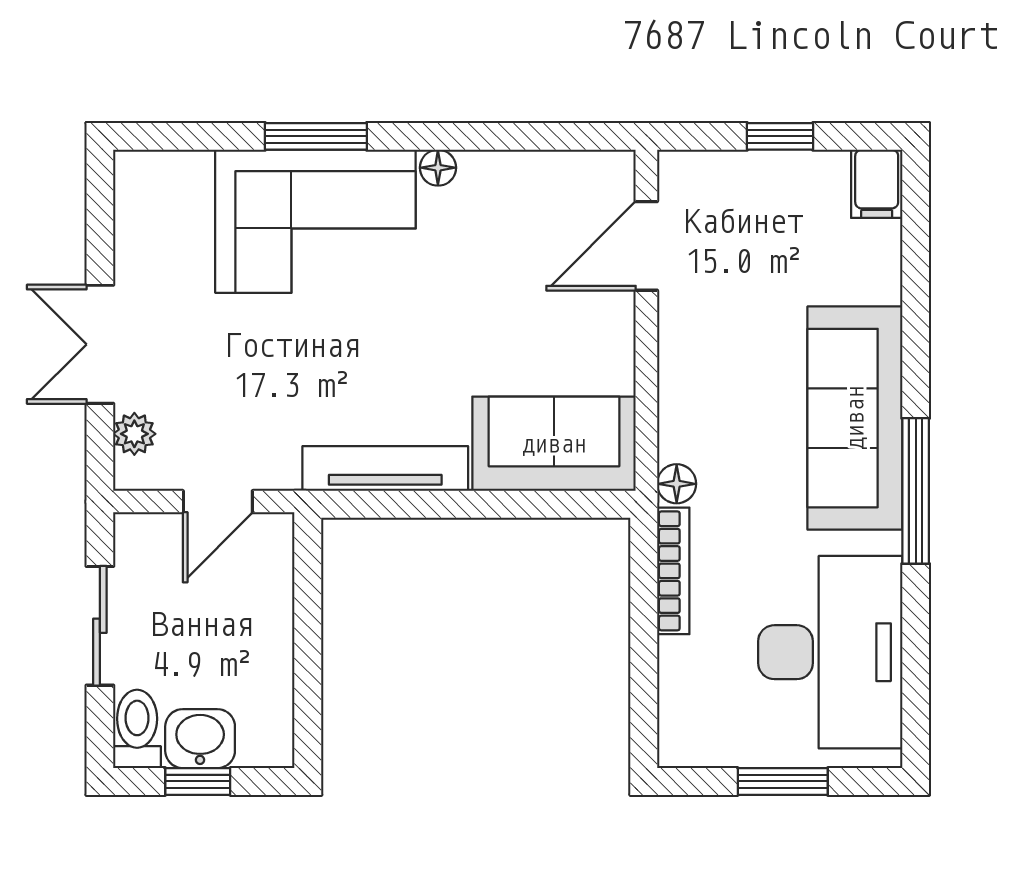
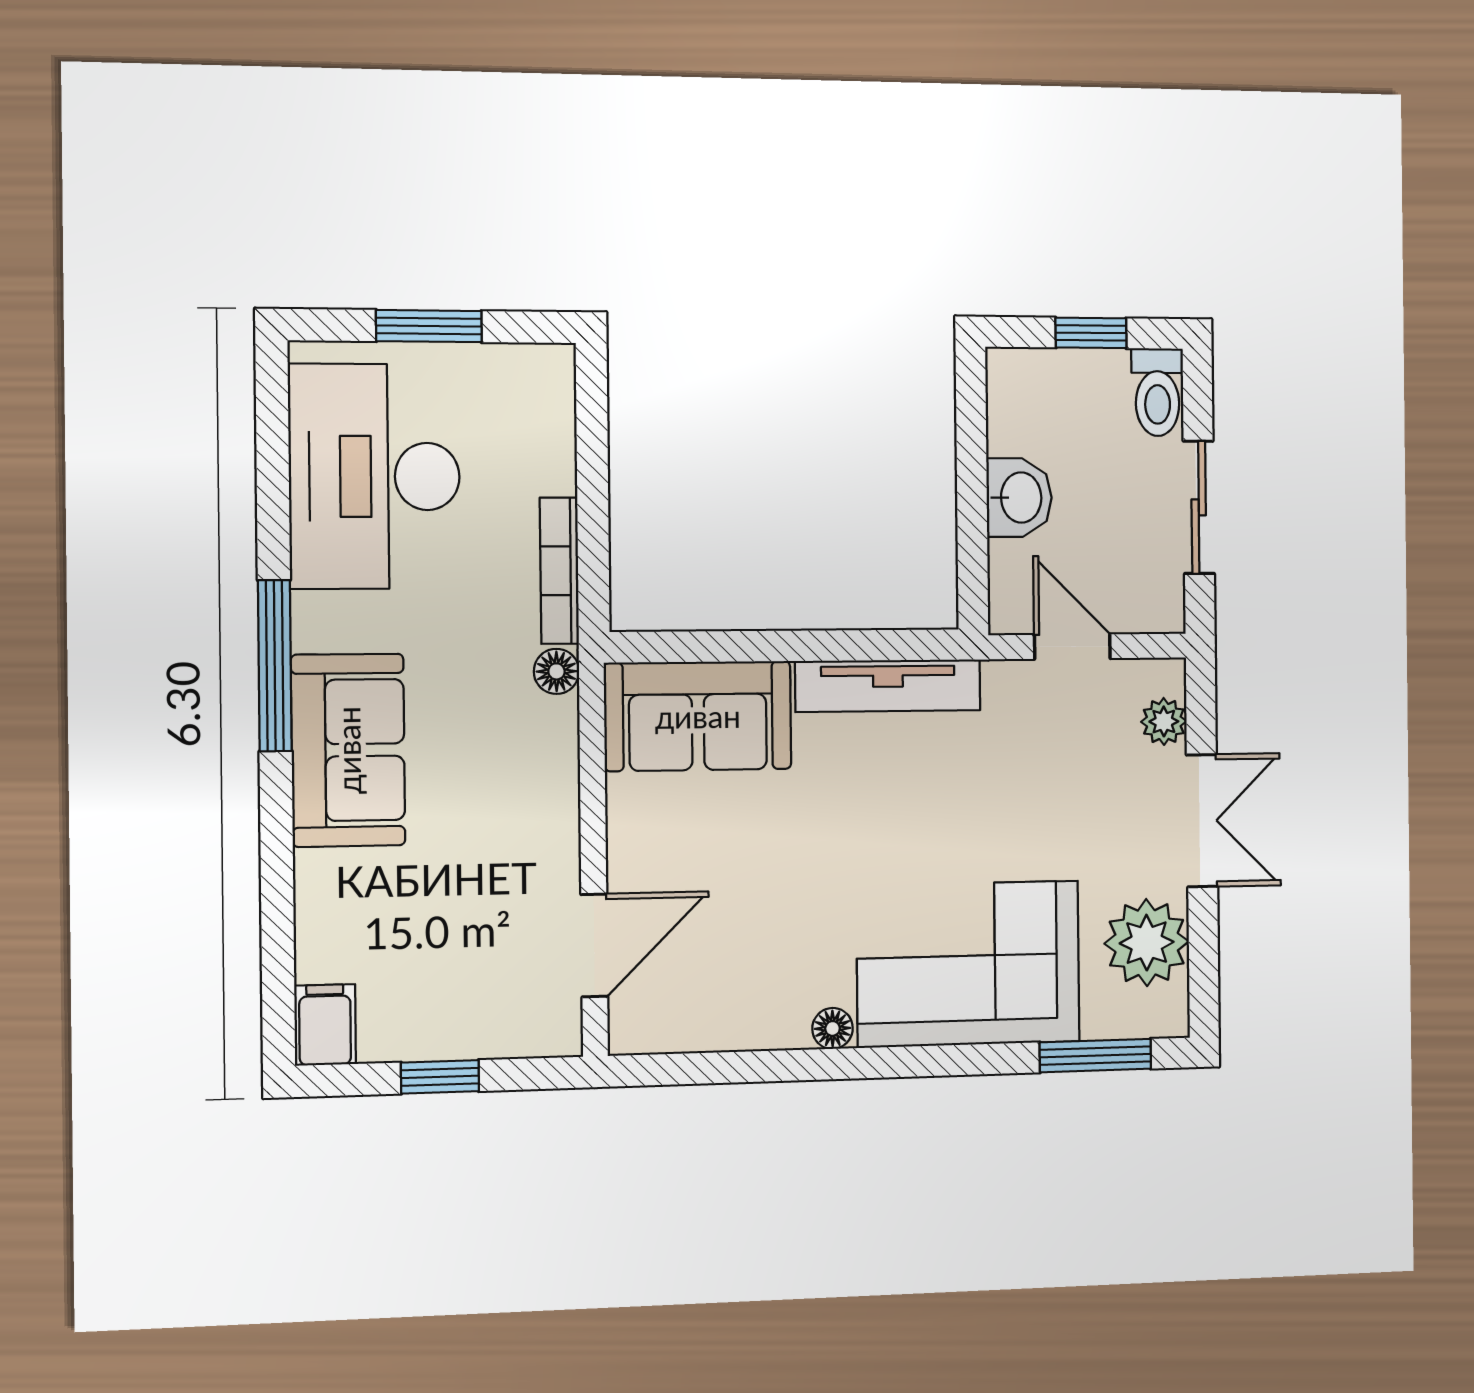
window: (316, 136) -> (1095, 1056), moved
plant: (152, 236) -> (1147, 943), added
sofa: (855, 418) -> (348, 750), width x0.73
door: (218, 502) -> (1072, 647), hinge flipped
washbasin: (200, 739) -> (1019, 498), moved, turned -90

